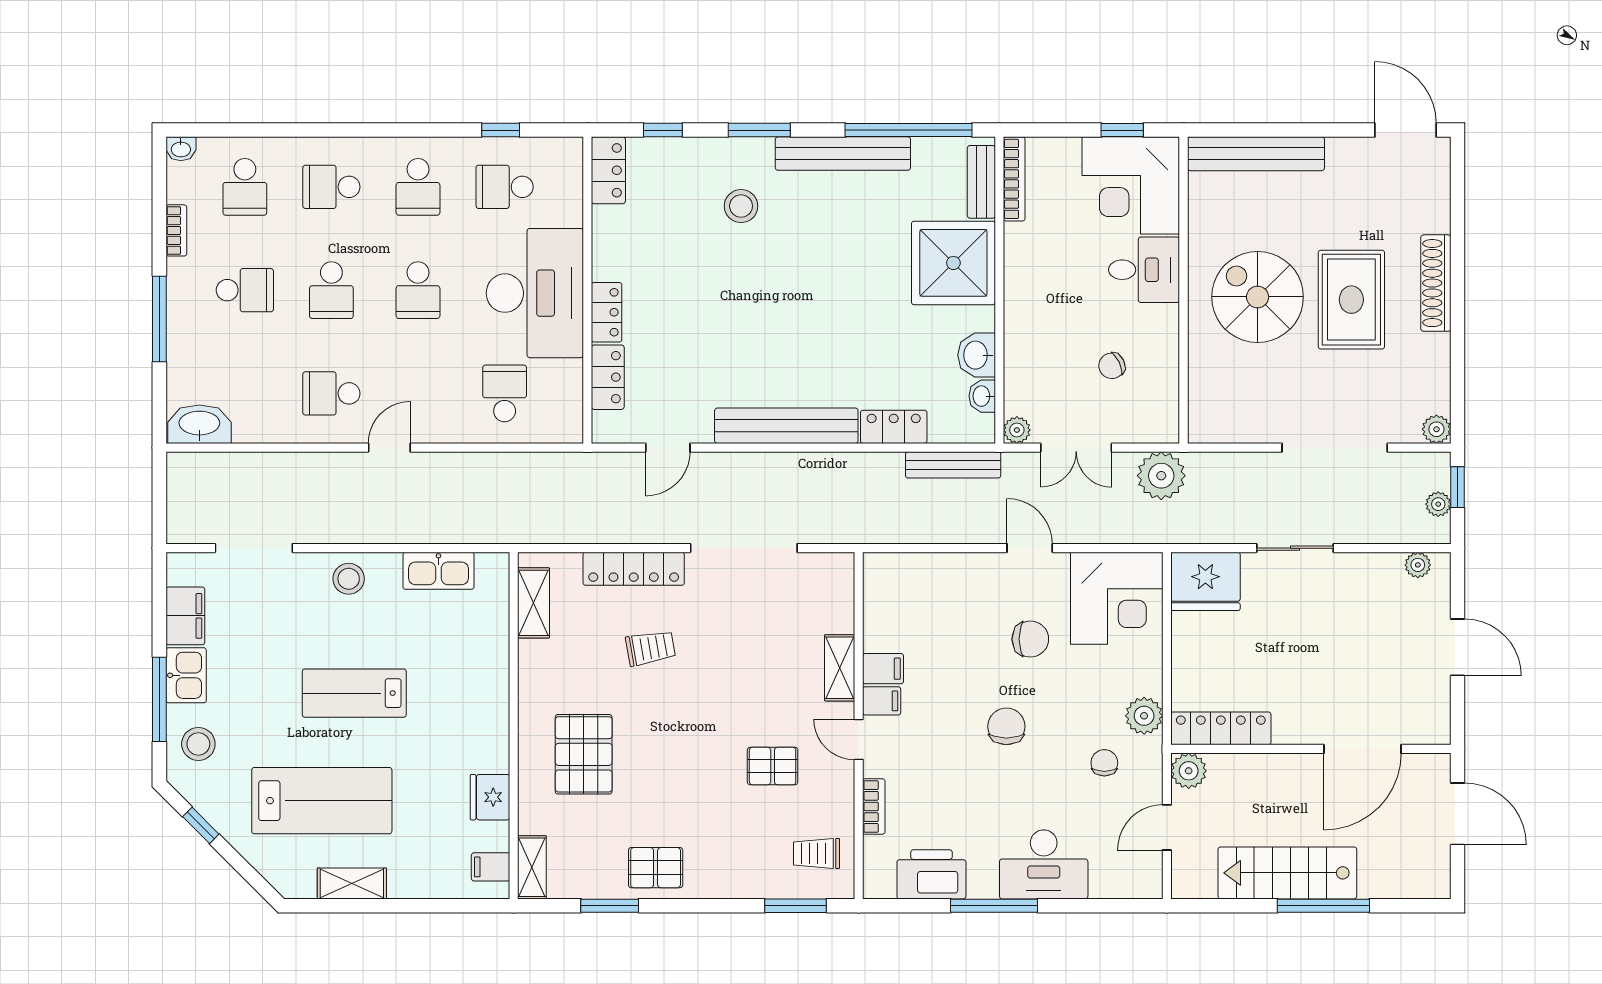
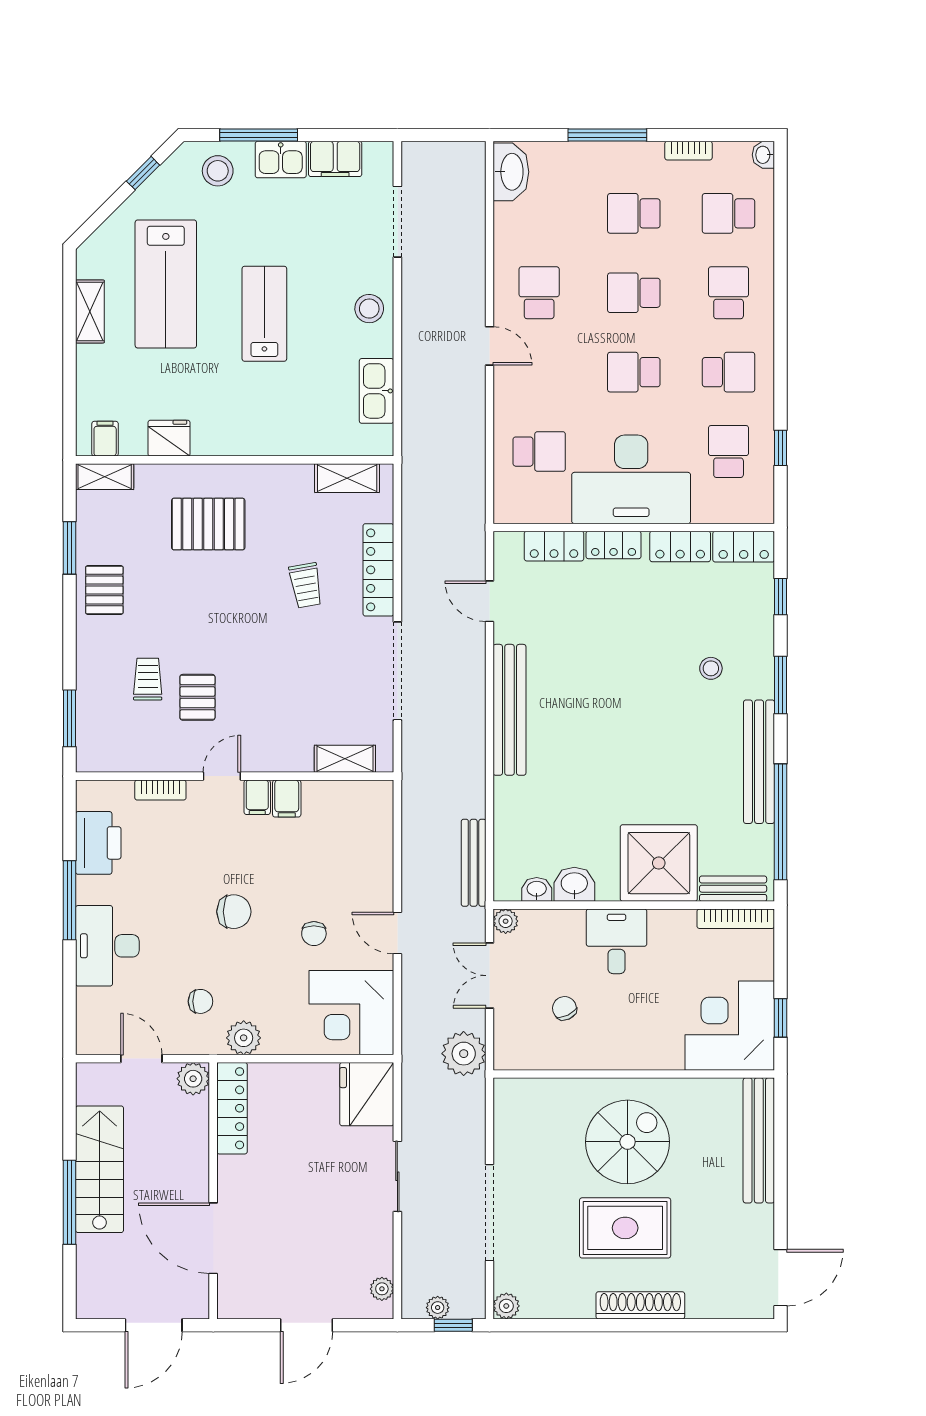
school desk: (418, 187) -> (729, 372), turned 180
stool: (741, 206) -> (711, 668), width x0.73, depth x0.73
desk: (1144, 270) -> (617, 941), moved, turned 180
school desk: (245, 290) -> (634, 213), turned 90
locker: (894, 427) -> (680, 546), moved, turned 90
door: (1030, 548) -> (397, 933), swing flipped
chair: (1030, 639) -> (314, 934), width x0.73, depth x0.73
shelving: (840, 668) -> (345, 759), moved
trolley: (816, 853) -> (148, 679), moved

